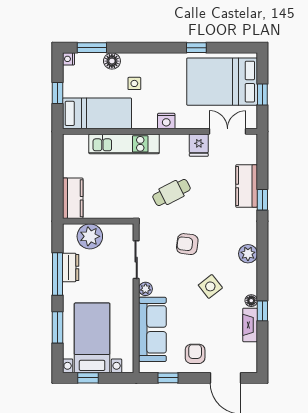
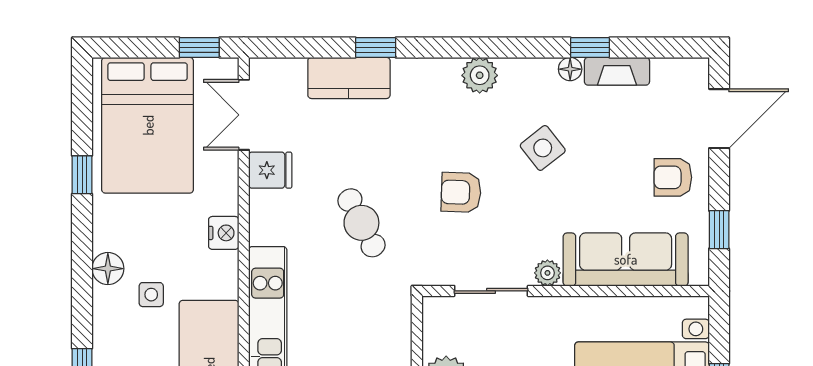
floor lamp: (112, 61) -> (108, 269), moved
window: (262, 94) -> (199, 48), moved
armchair: (187, 244) -> (461, 192), turned 85

